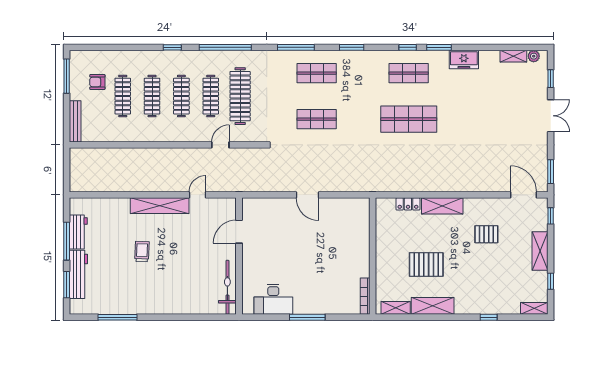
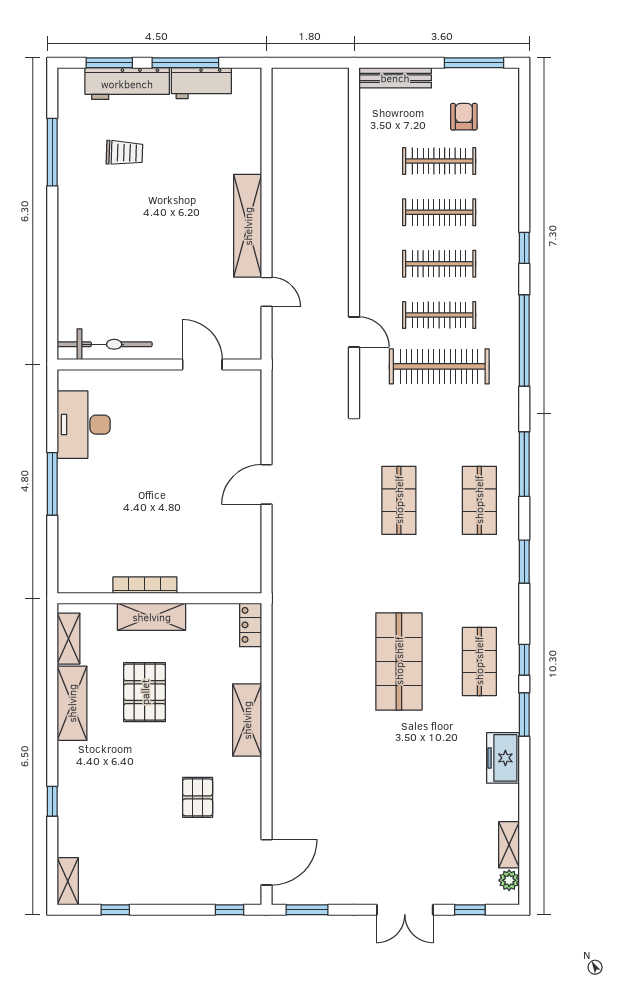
locker: (408, 204) -> (251, 625), moved
shelving: (540, 251) -> (152, 617), moved
trolley: (142, 252) -> (124, 153), moved
bookcase: (365, 296) -> (145, 585), moved

